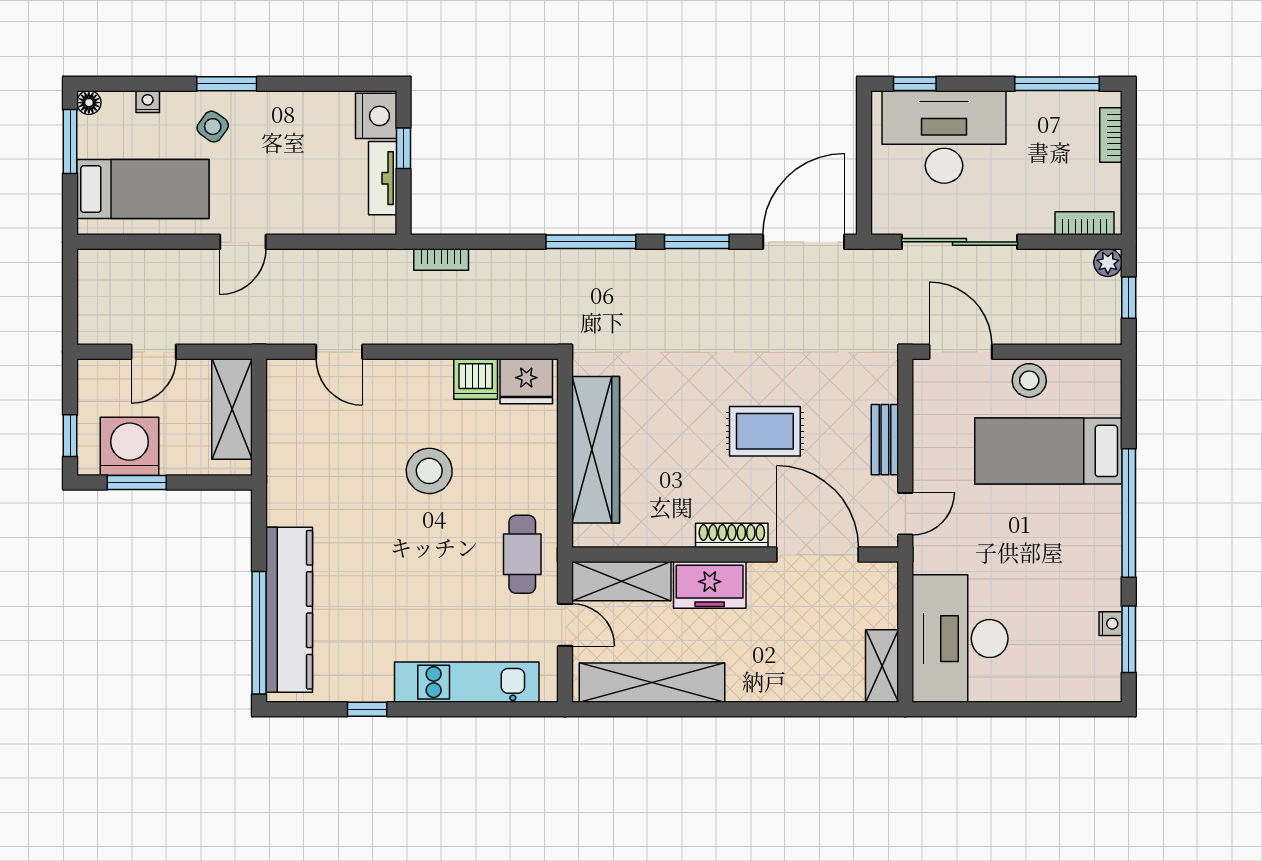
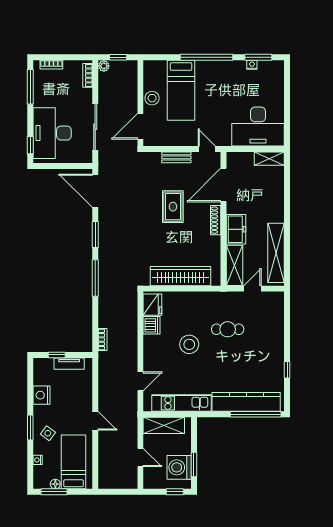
floor lamp: (89, 103) -> (55, 484), moved
nightstand: (376, 116) -> (42, 395), moved, turned -90
cafe table: (522, 554) -> (228, 329), moved
kitchen unit: (467, 682) -> (182, 403), moved, turned 90

